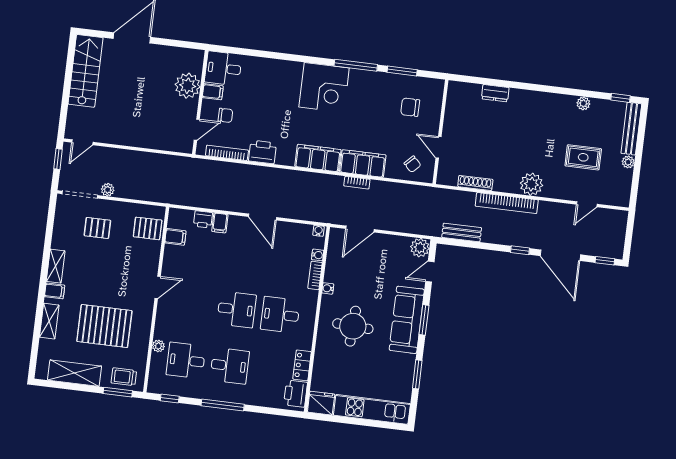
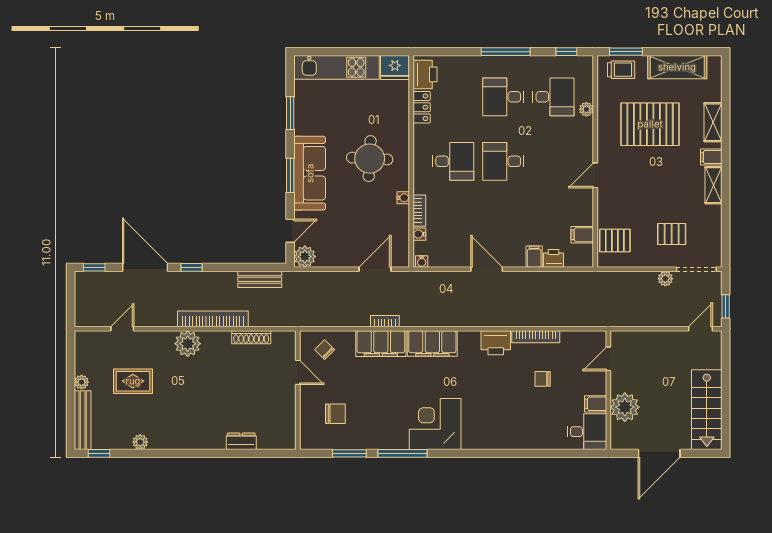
desk: (223, 68) -> (587, 432), moved
plant: (188, 86) -> (625, 407), moved
filing cabinet: (213, 92) -> (596, 404), moved
wall: (200, 102) -> (608, 390), moved
door: (197, 130) -> (608, 359), moved

